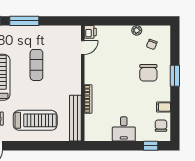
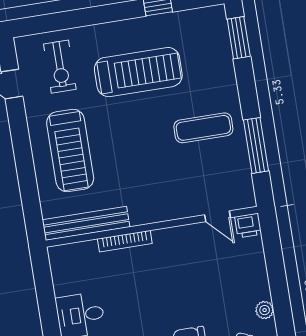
window: (24, 21) -> (256, 145), moved
exercise mat: (36, 65) -> (203, 128), moved

